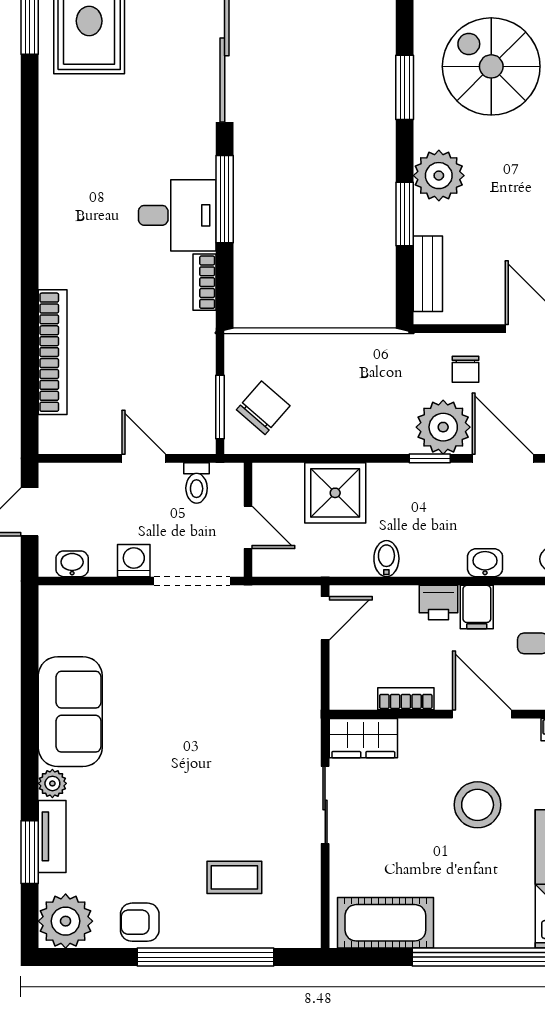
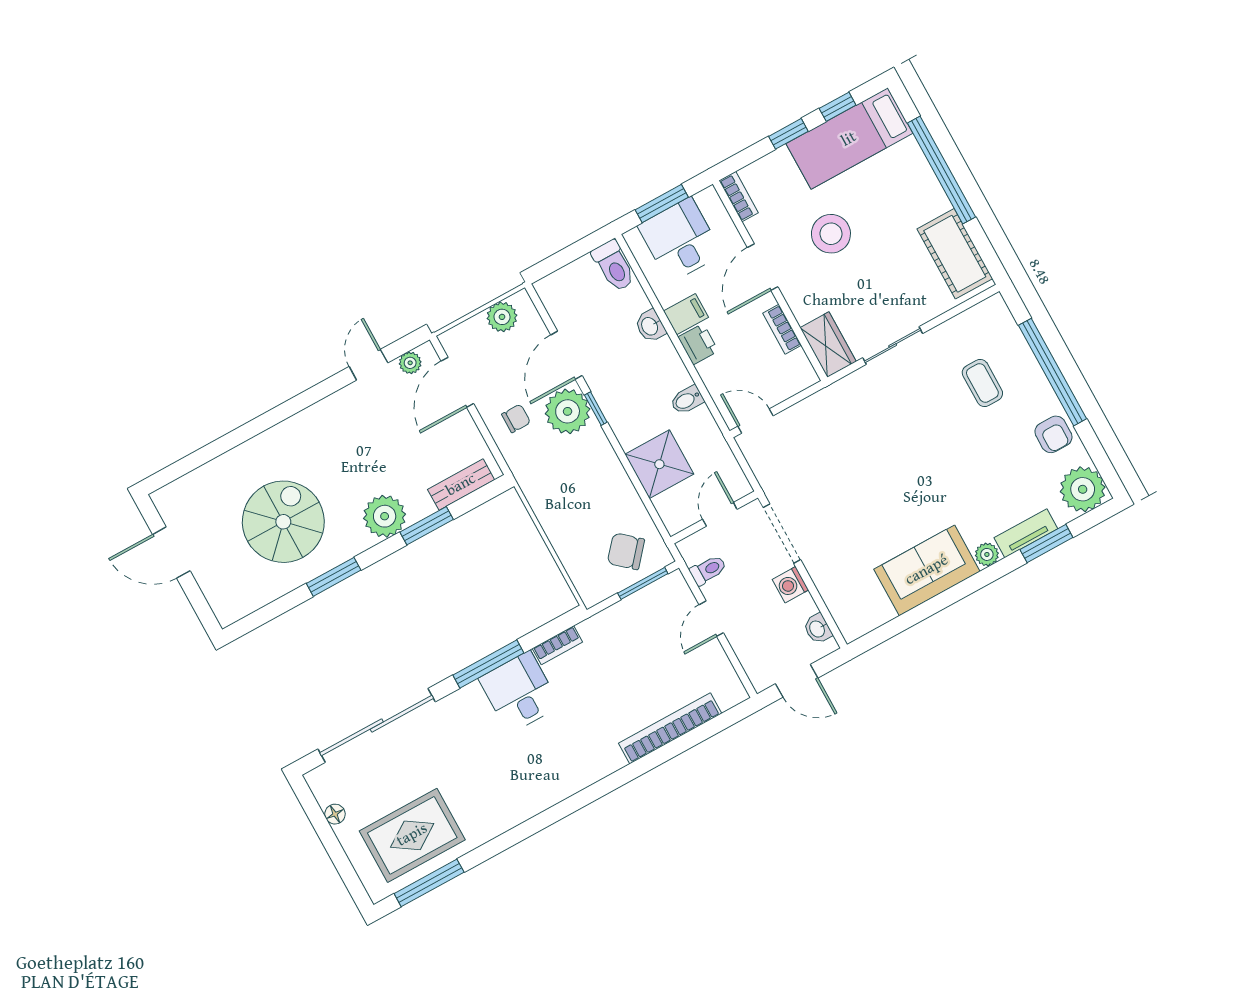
spiral stairs: (491, 66) -> (283, 522), turned 180

